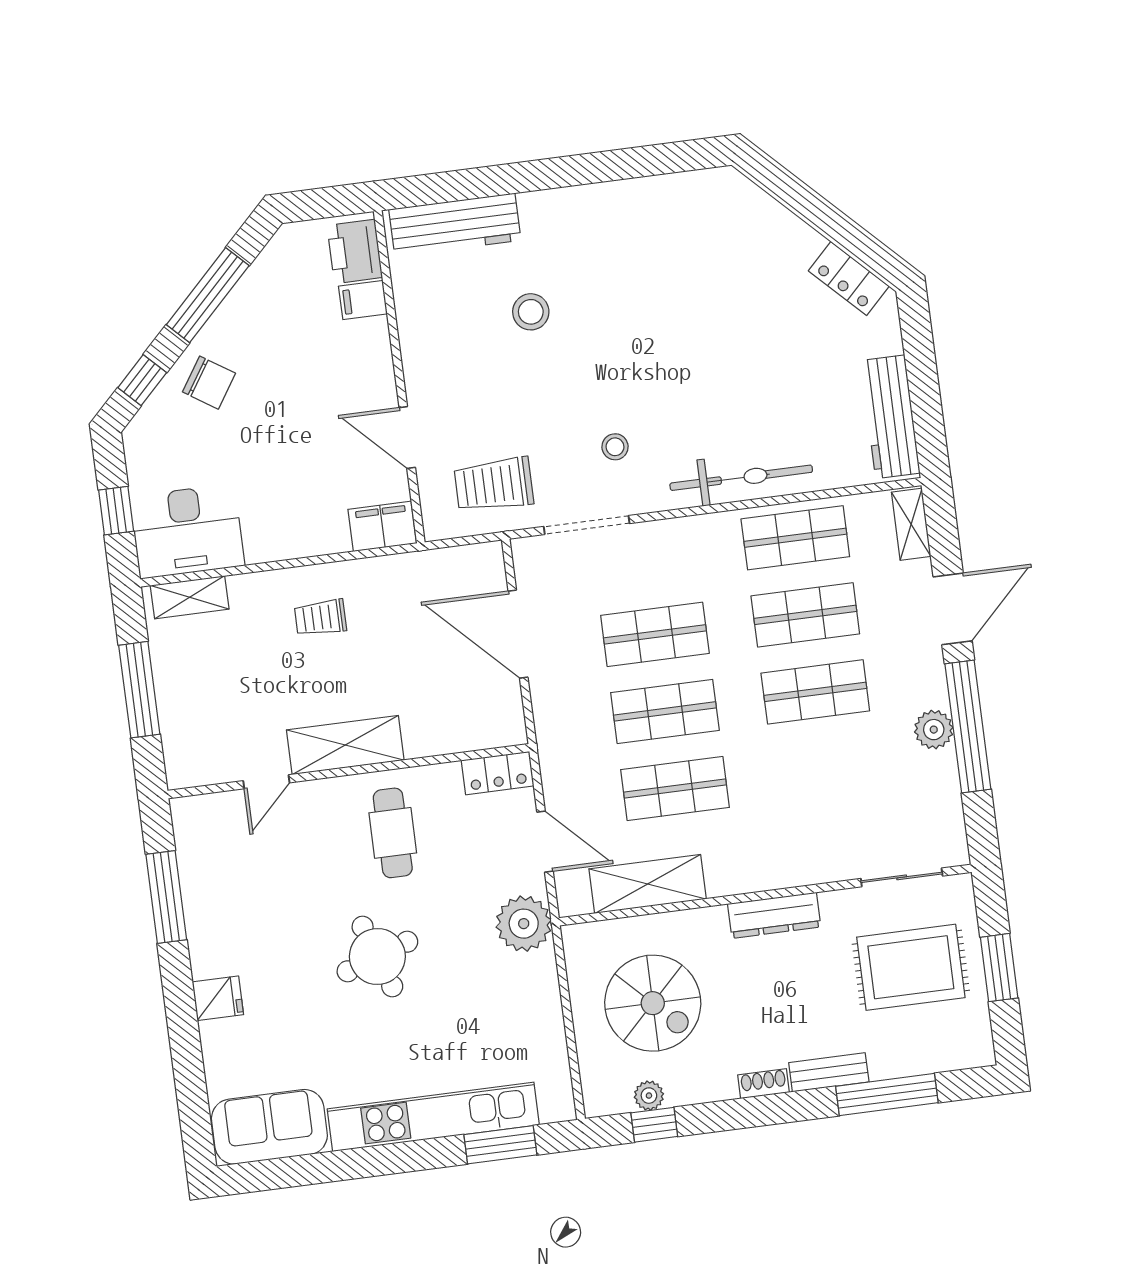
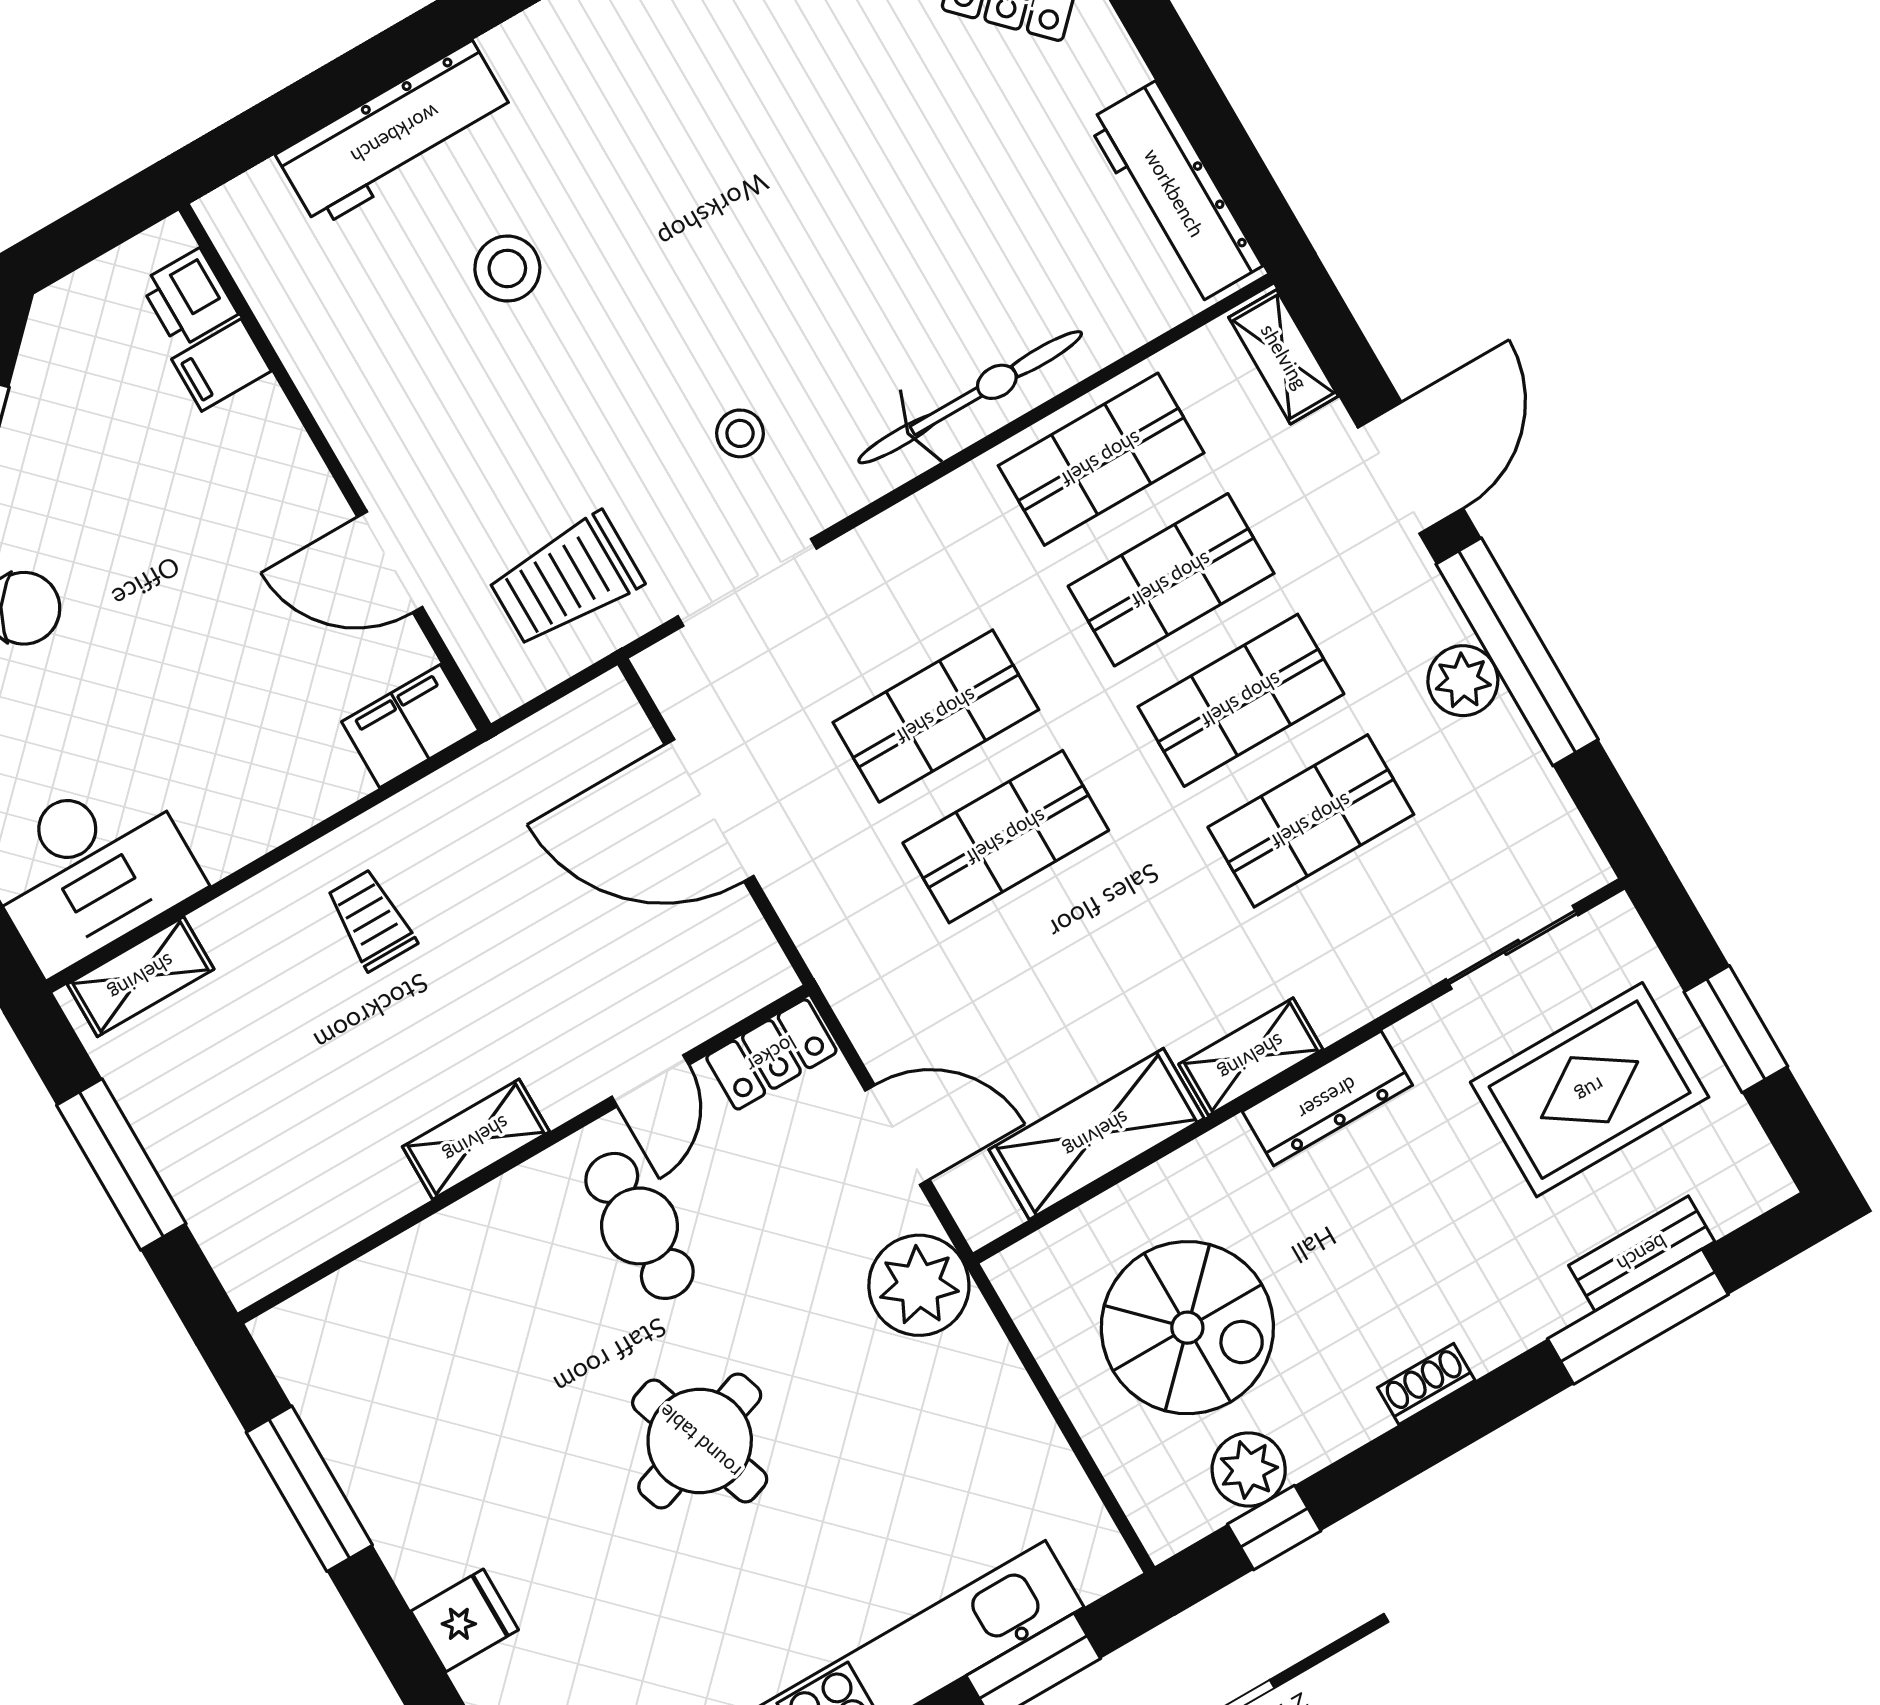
workbench: (455, 225) -> (395, 134), moved
printer: (355, 251) -> (189, 298), width x0.73, depth x0.81
trolley: (320, 618) -> (371, 920), turned 90
shelving: (345, 745) -> (476, 1139), width x0.67, depth x0.75
door: (266, 782) -> (650, 1081), moved
shop shelf: (675, 789) -> (1311, 821), moved
shelving: (744, 877) -> (1251, 1057), added
bench: (829, 1072) -> (1642, 1253), moved
plant: (649, 1096) -> (1249, 1469), width x1.38, depth x1.38

